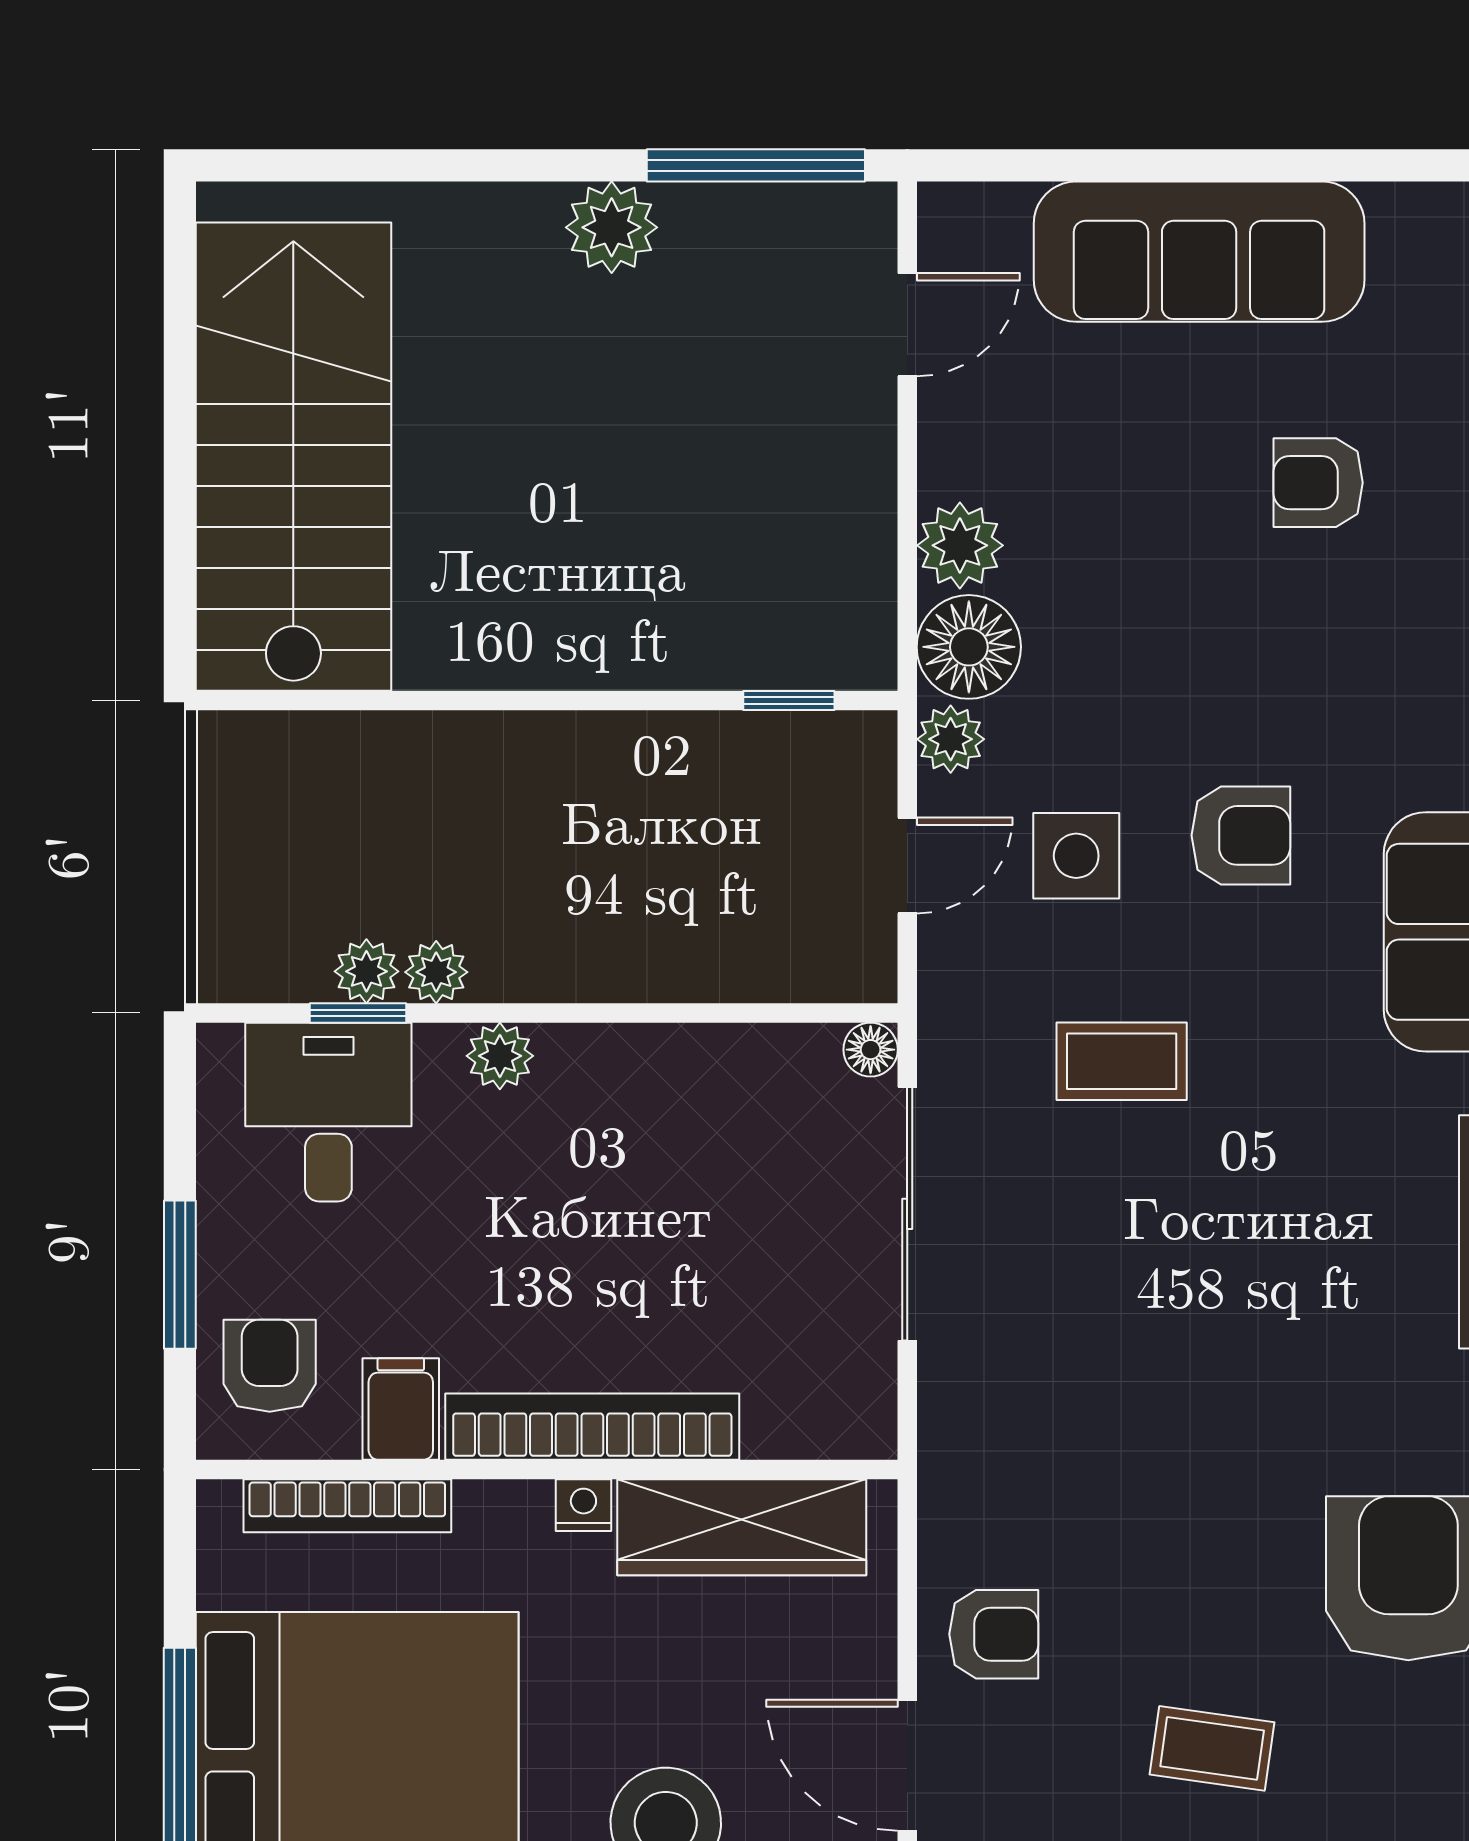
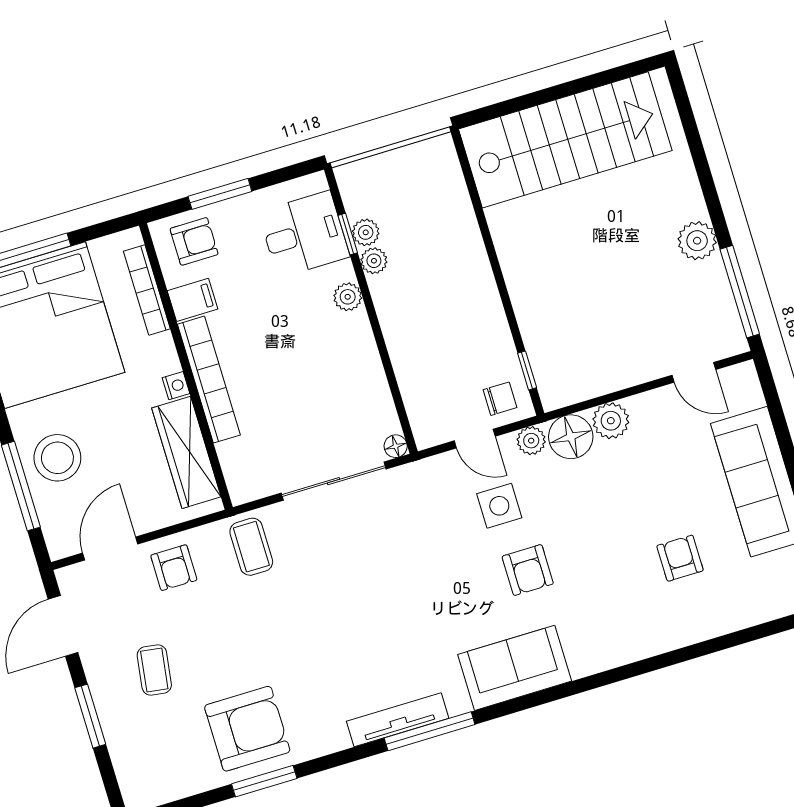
chair: (834, 781) -> (500, 399), added
coffee table: (1122, 1061) -> (251, 547), moved

